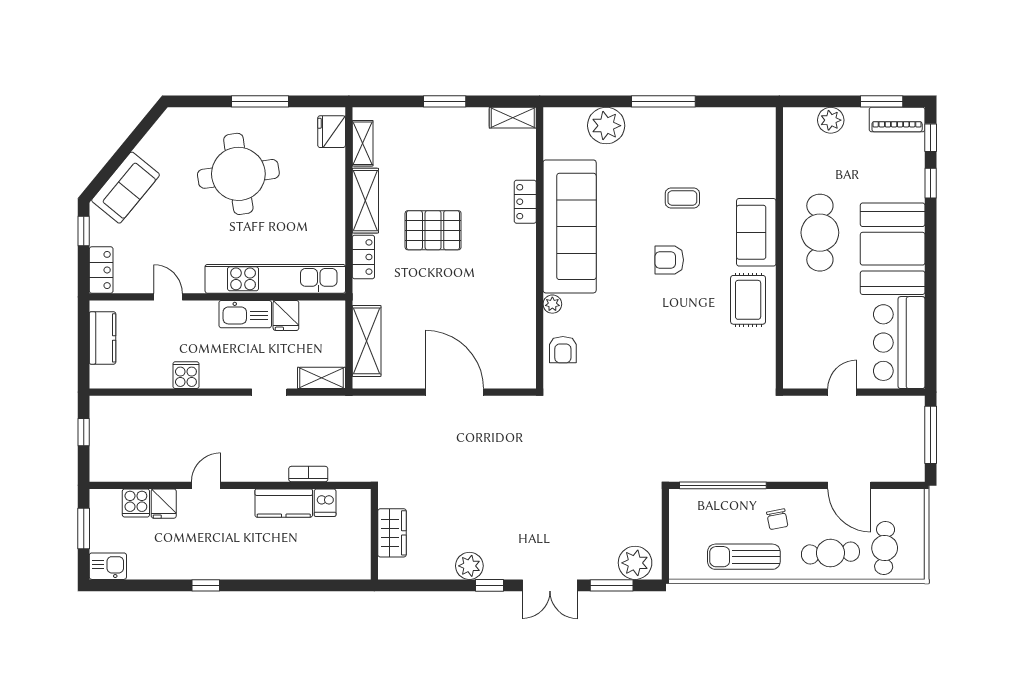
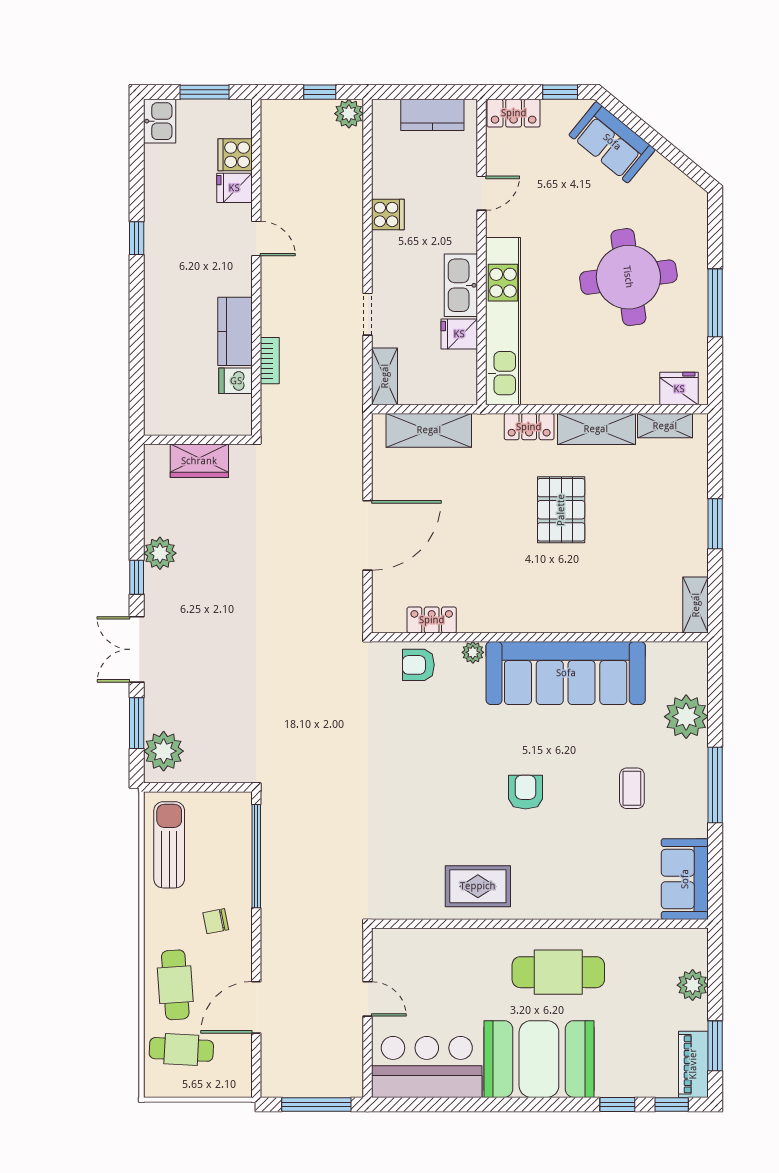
coffee table: (682, 198) -> (632, 788), moved
locker: (525, 202) -> (432, 620), moved
sofa: (756, 232) -> (685, 879), moved, turned -90
plant: (102, 408) -> (349, 114), added
sun lounger: (744, 557) -> (169, 845), moved

